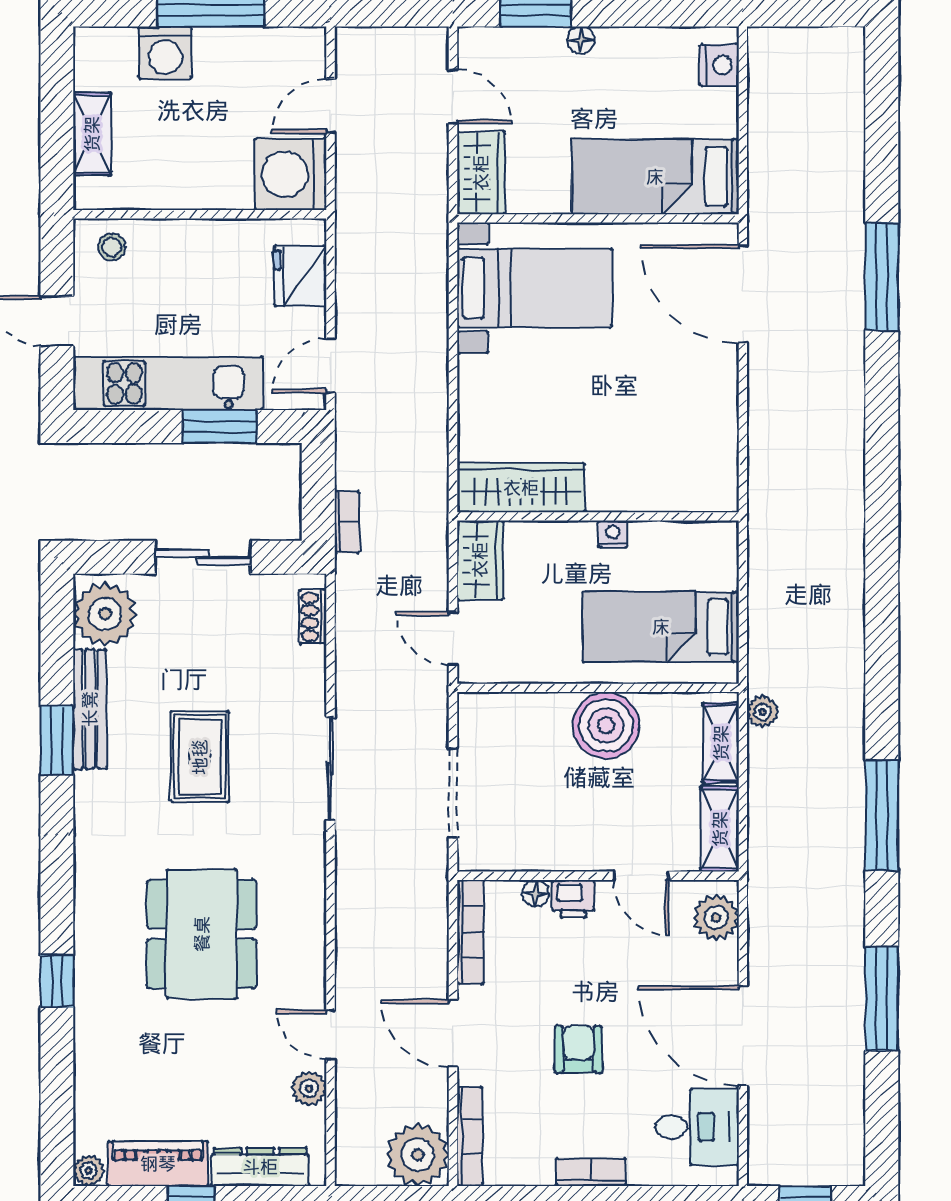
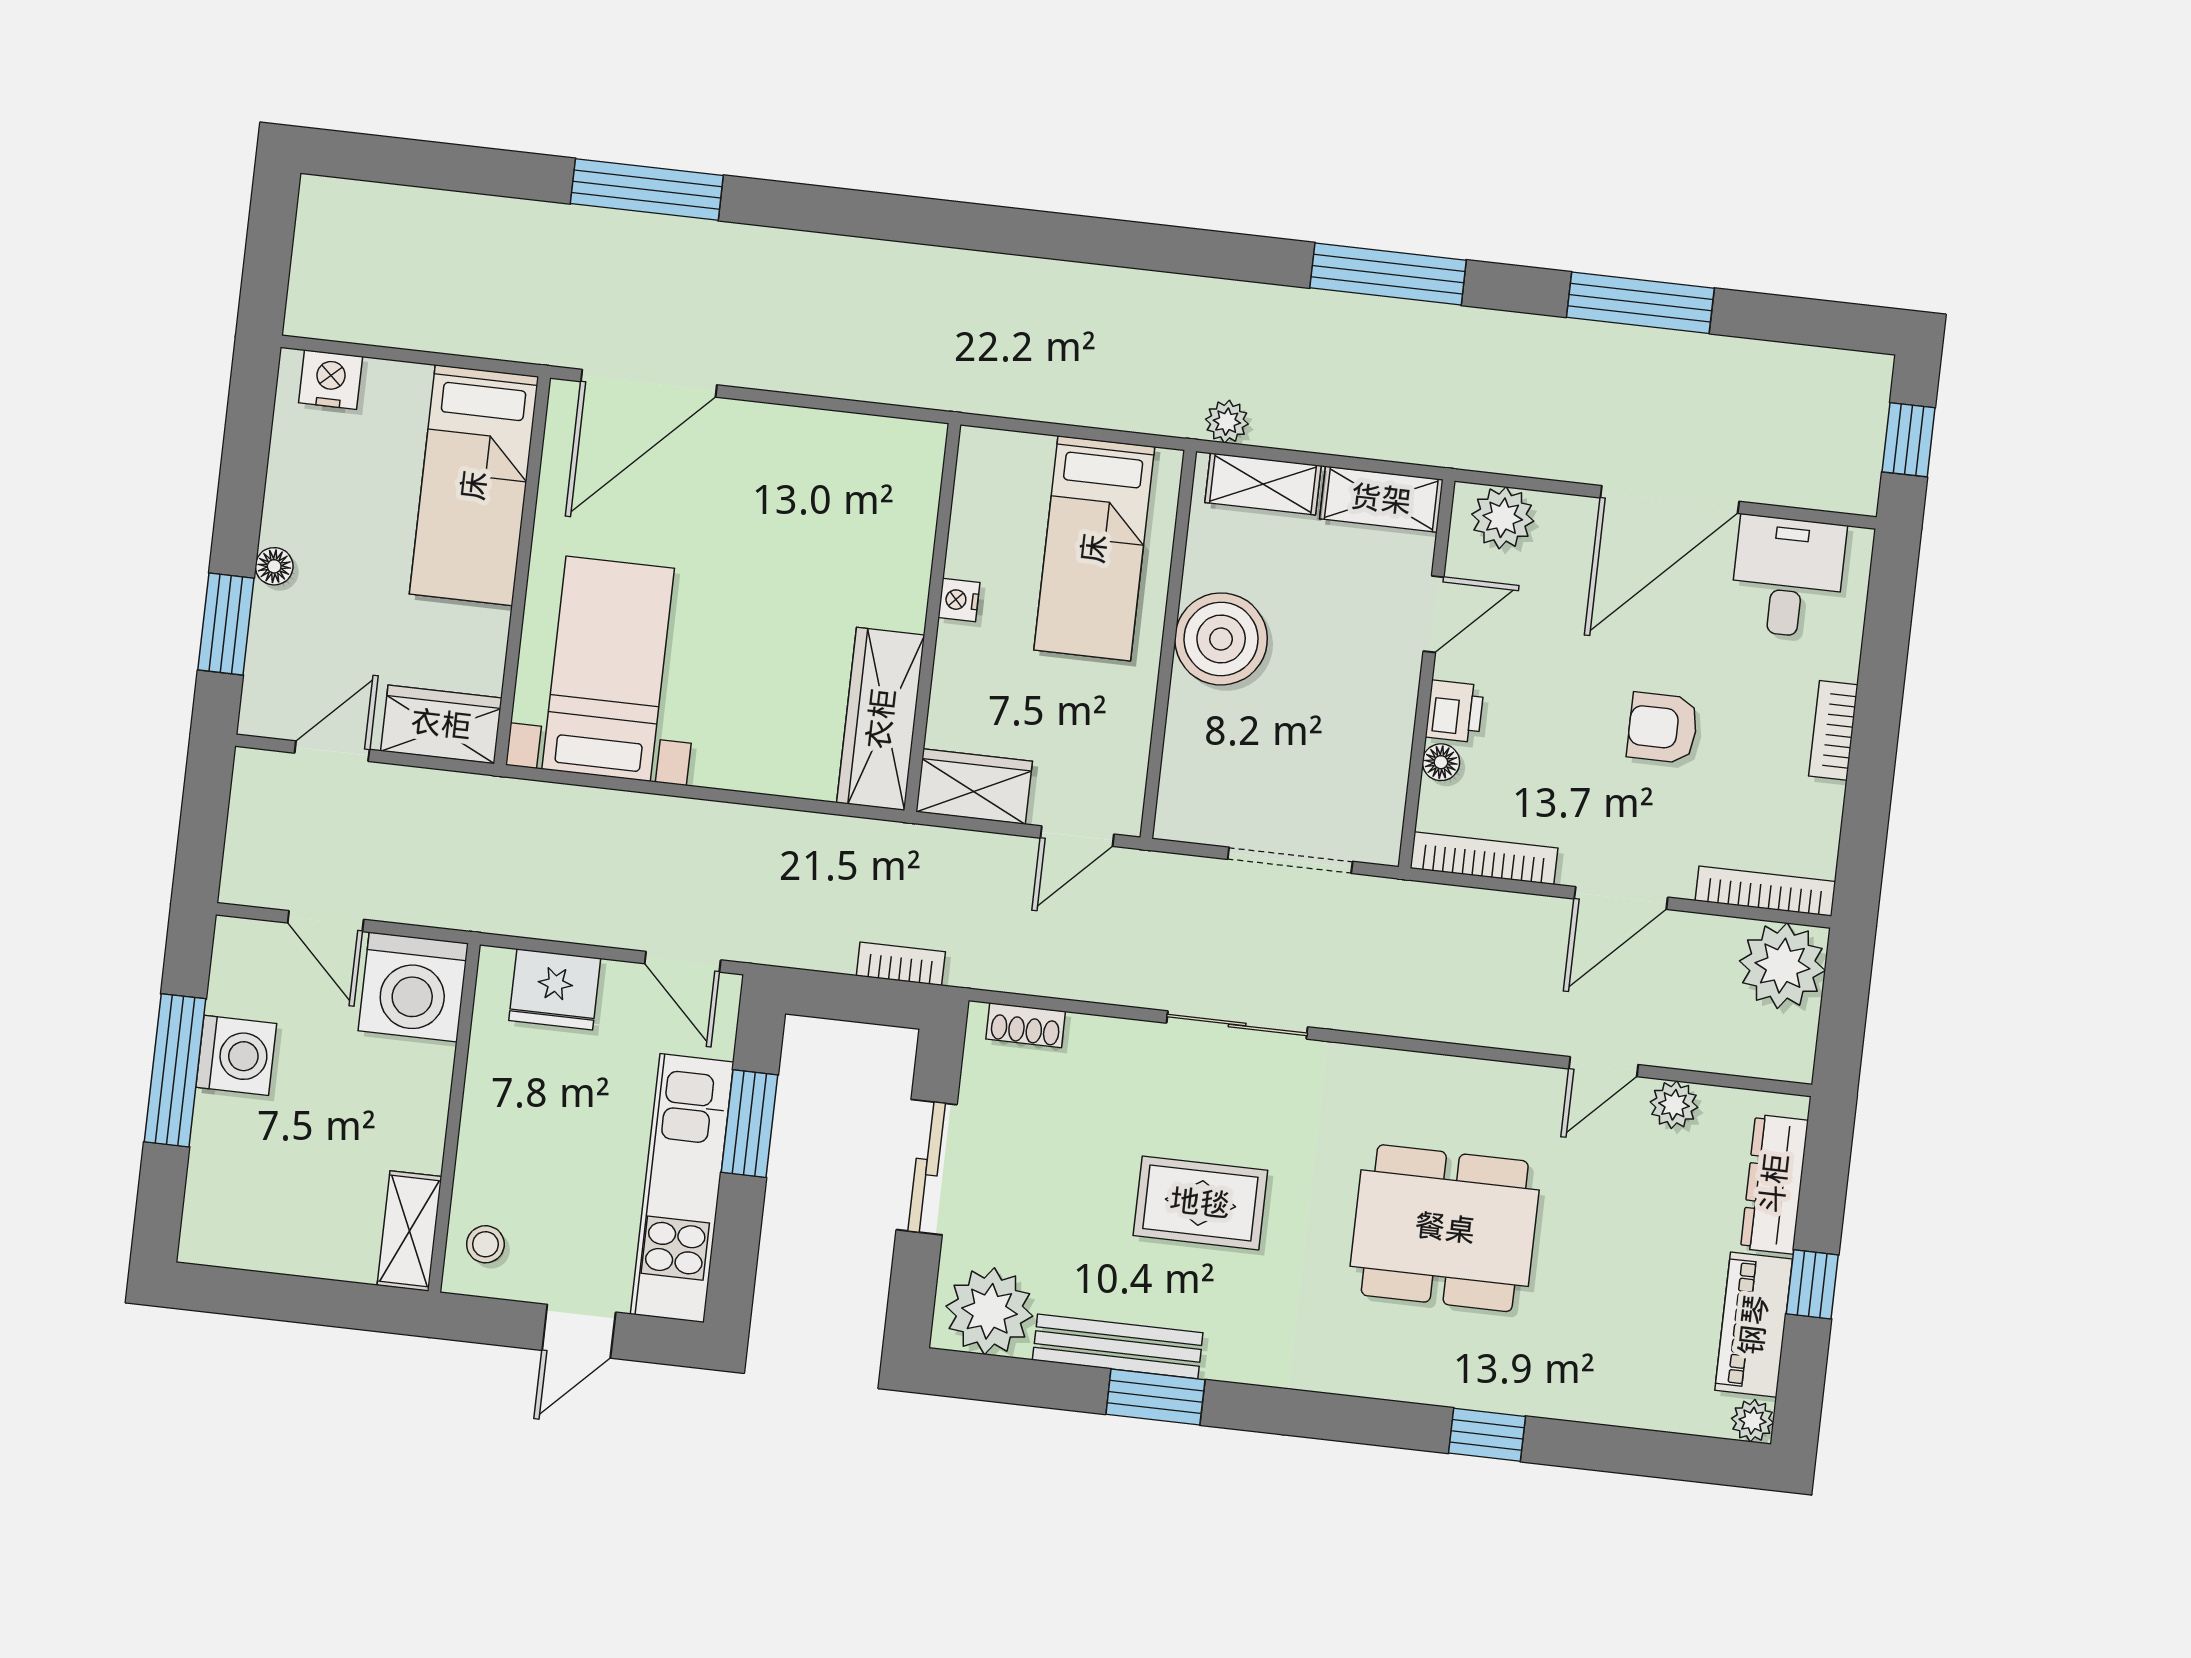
washing machine: (165, 53) -> (236, 1055), moved
shelving: (92, 134) -> (409, 1231), moved, turned 90

